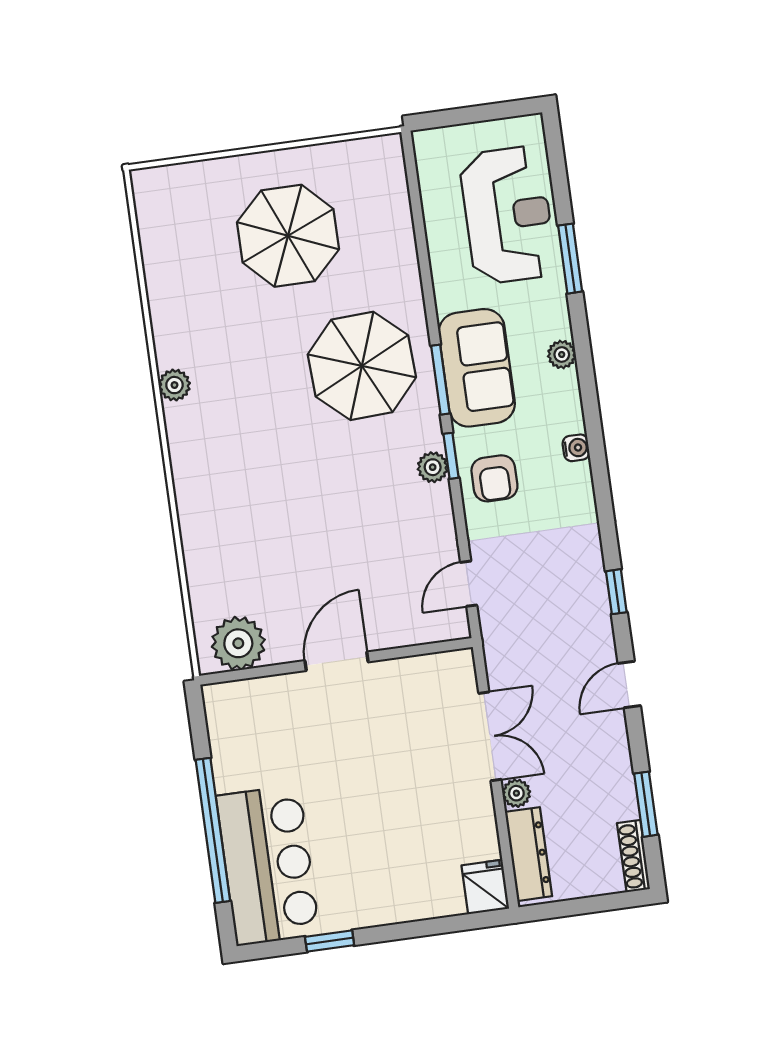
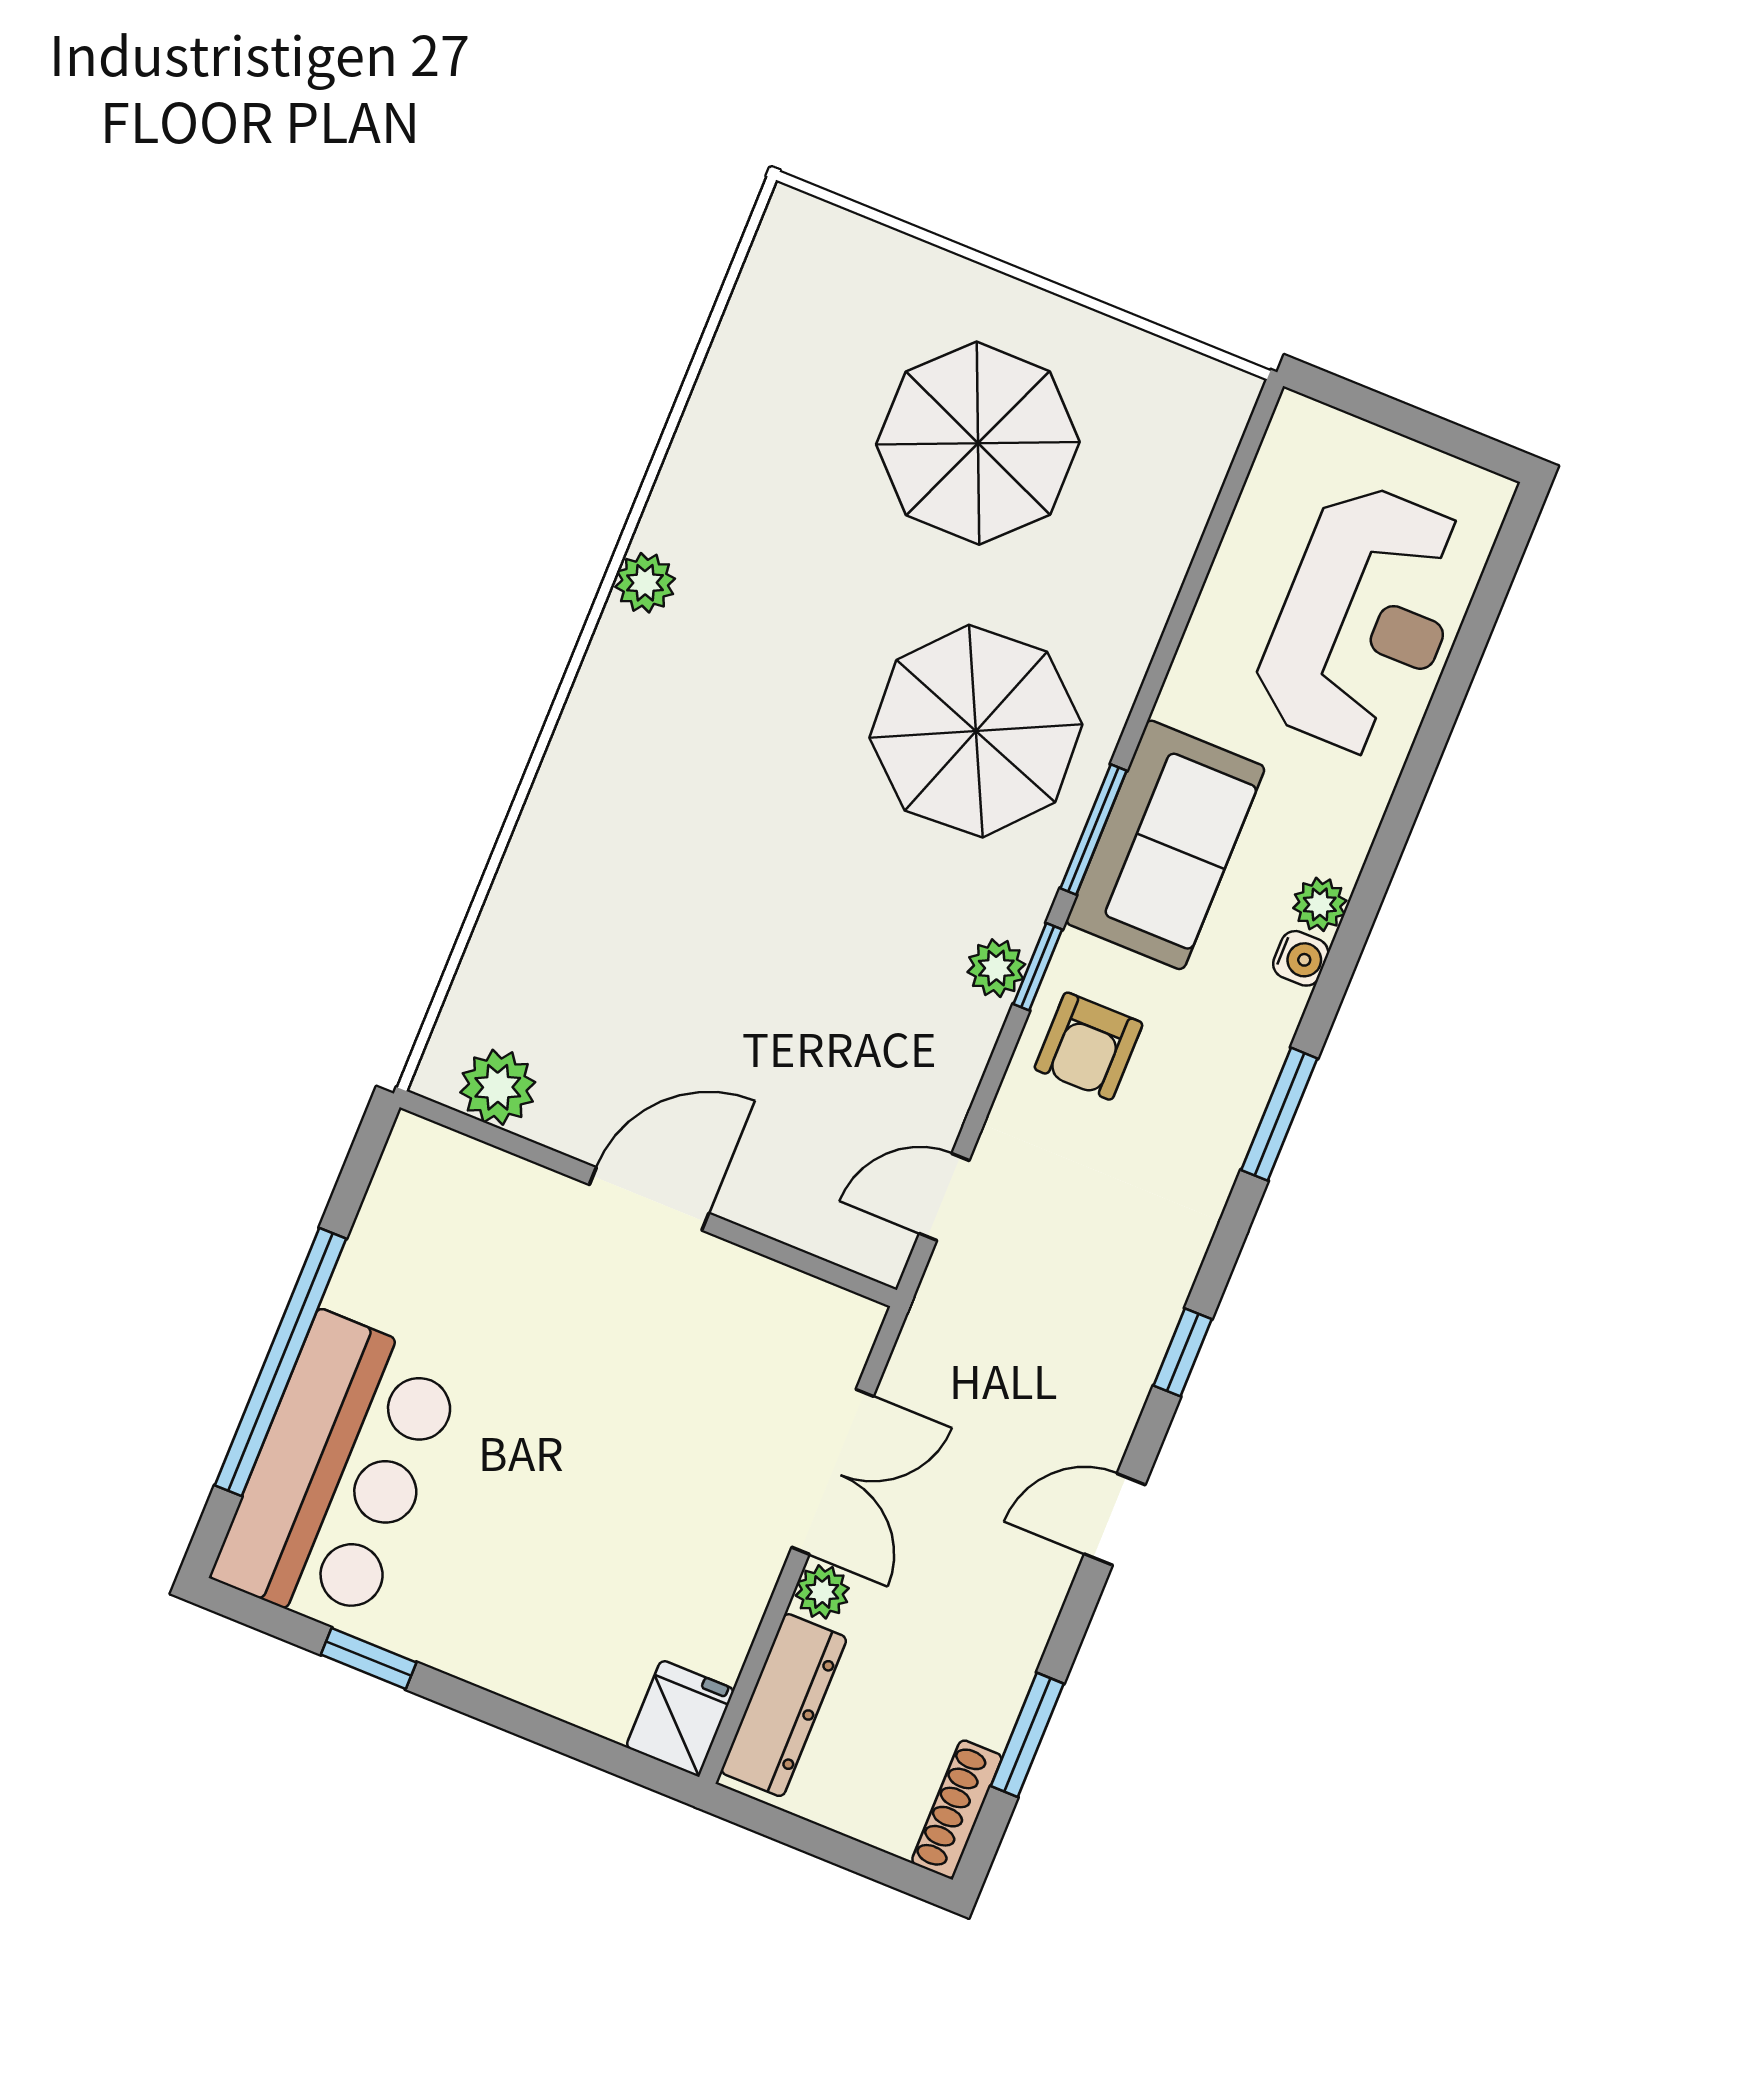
window: (570, 259) -> (1279, 1114), moved
water cooler: (576, 448) -> (1301, 958), moved
plant: (238, 643) -> (498, 1087), width x0.73, depth x0.73

